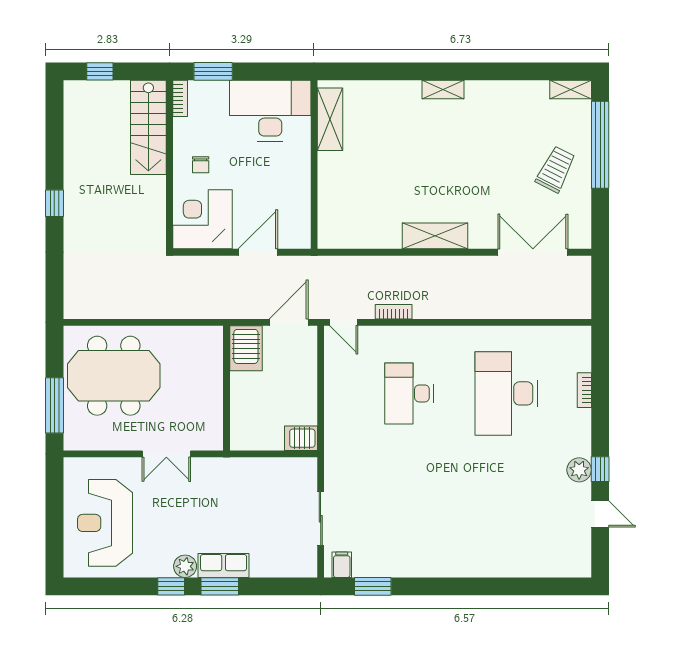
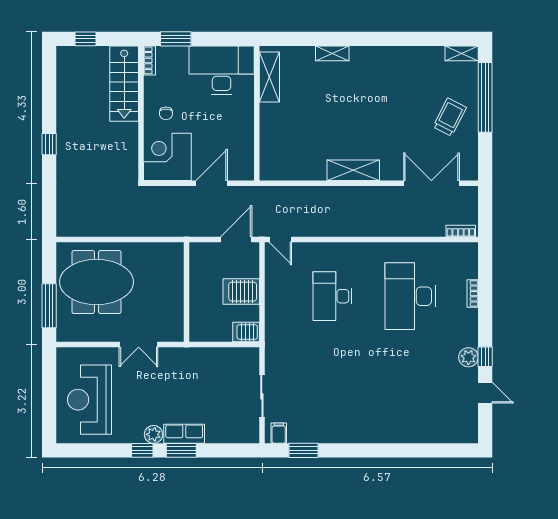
shelving: (443, 90) -> (332, 53), moved
bookcase: (394, 312) -> (461, 231), moved
server rack: (246, 348) -> (241, 292), moved, turned 90

